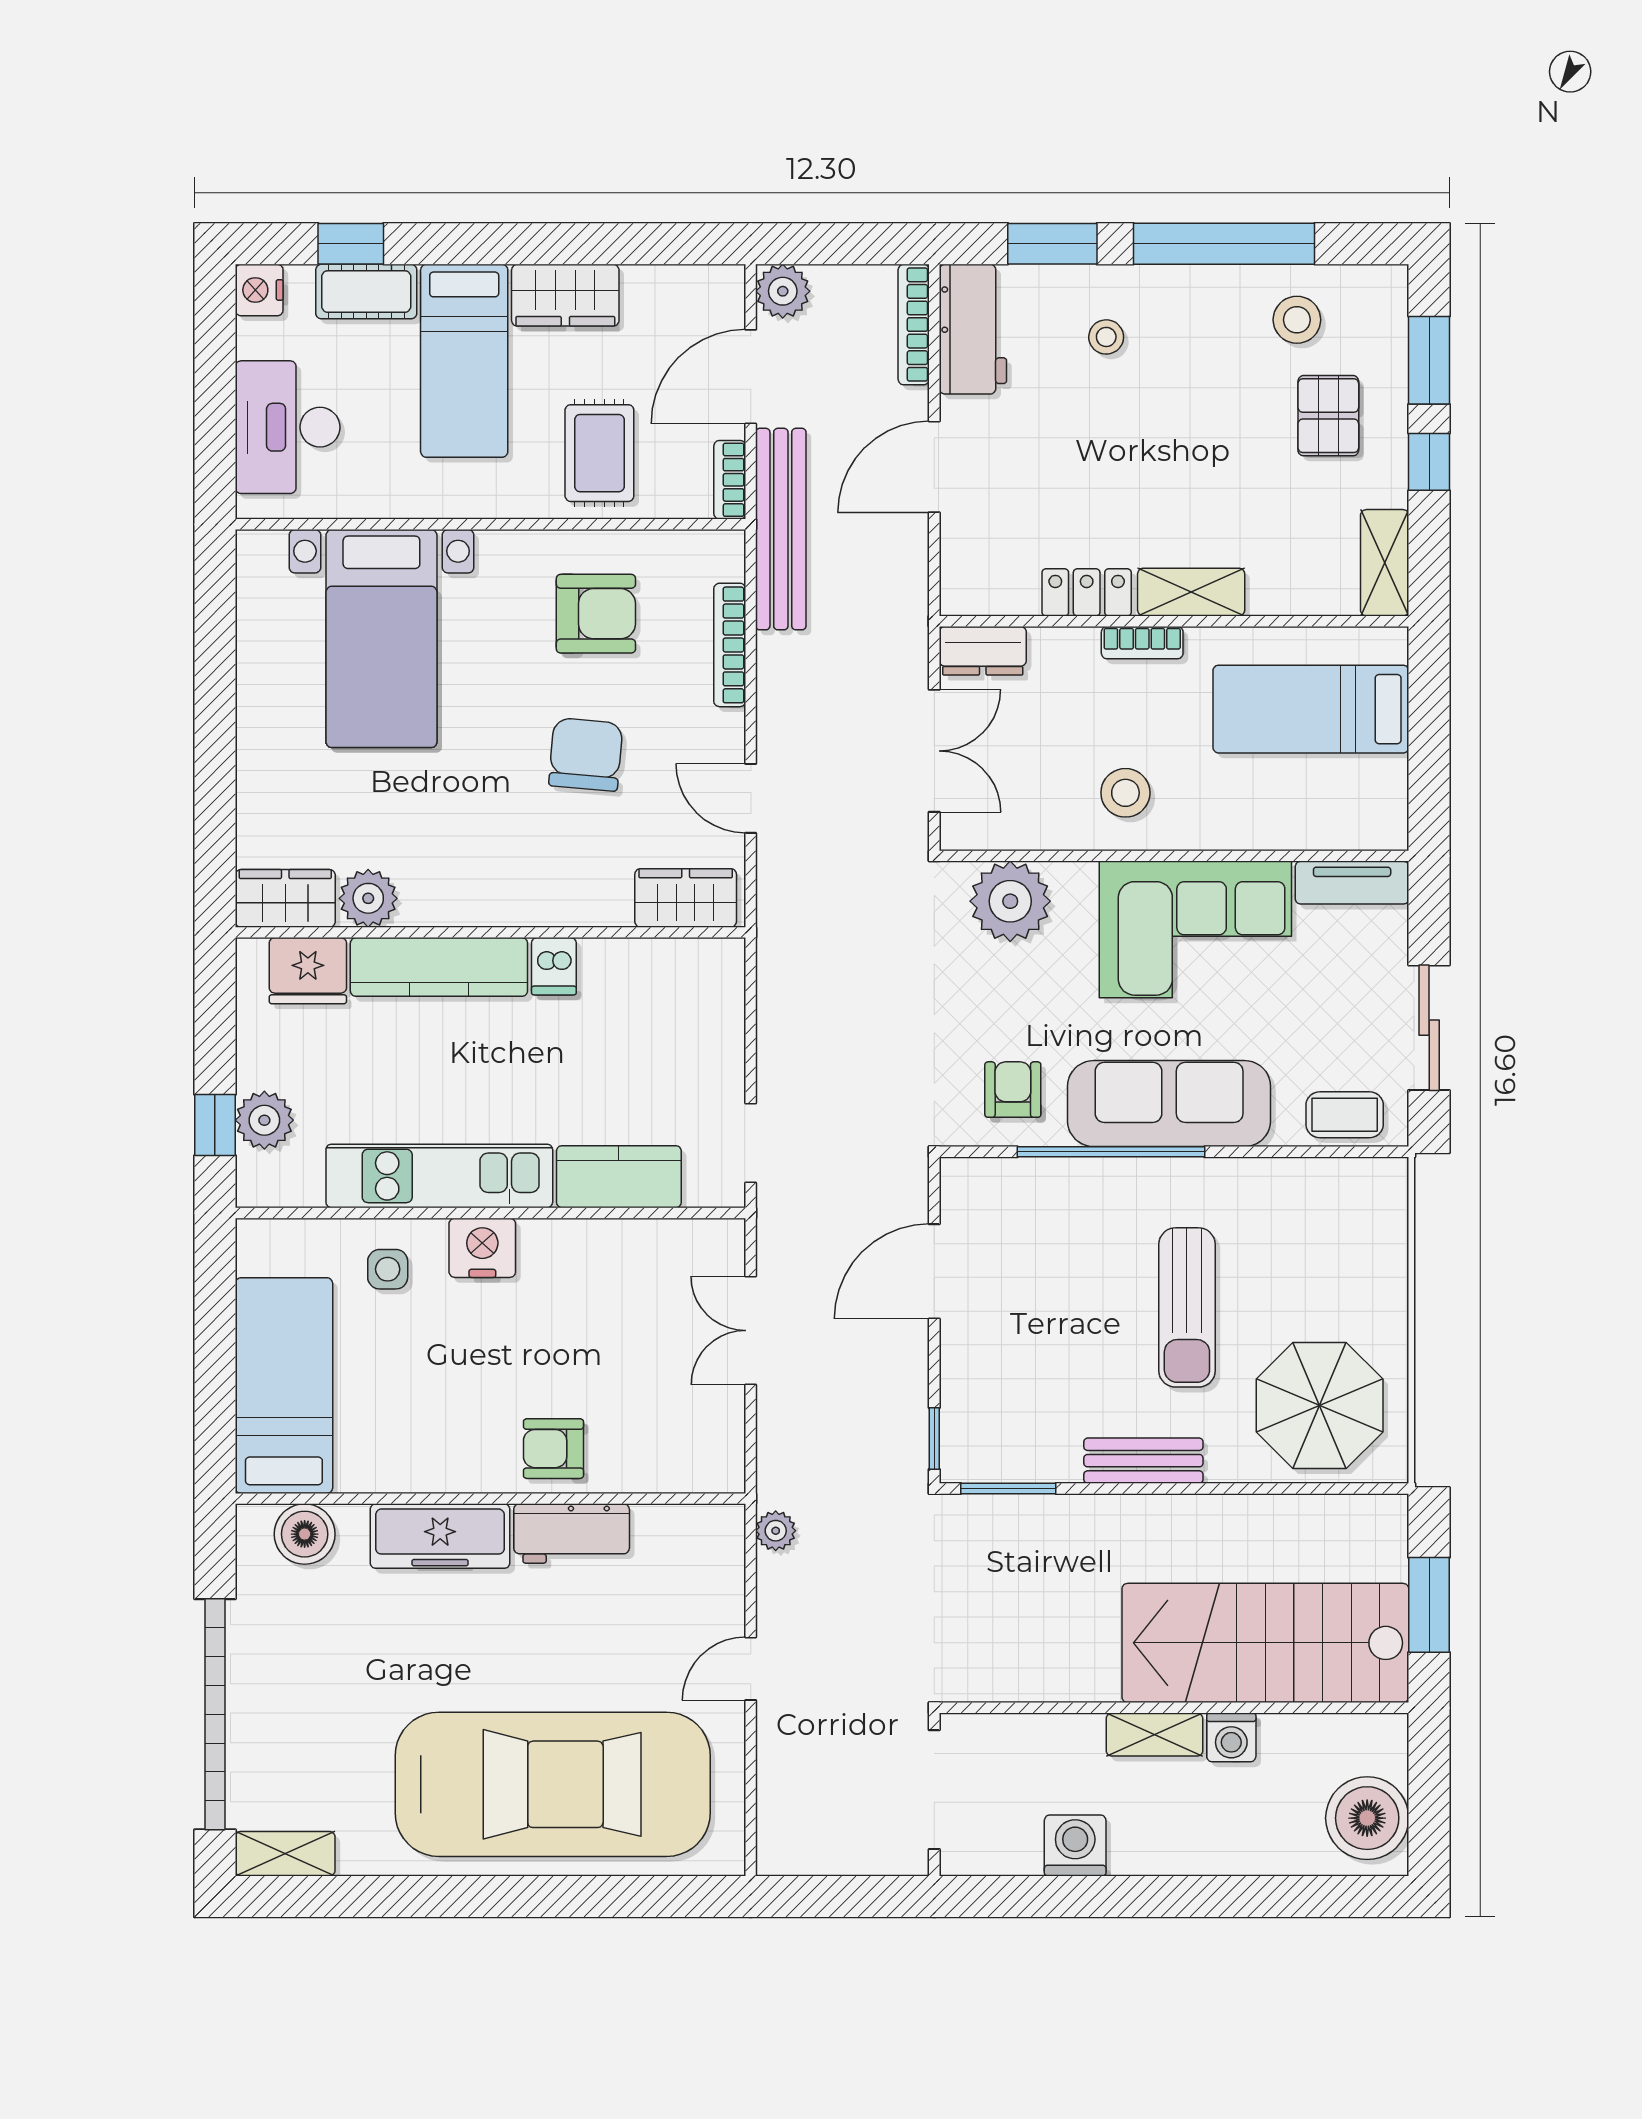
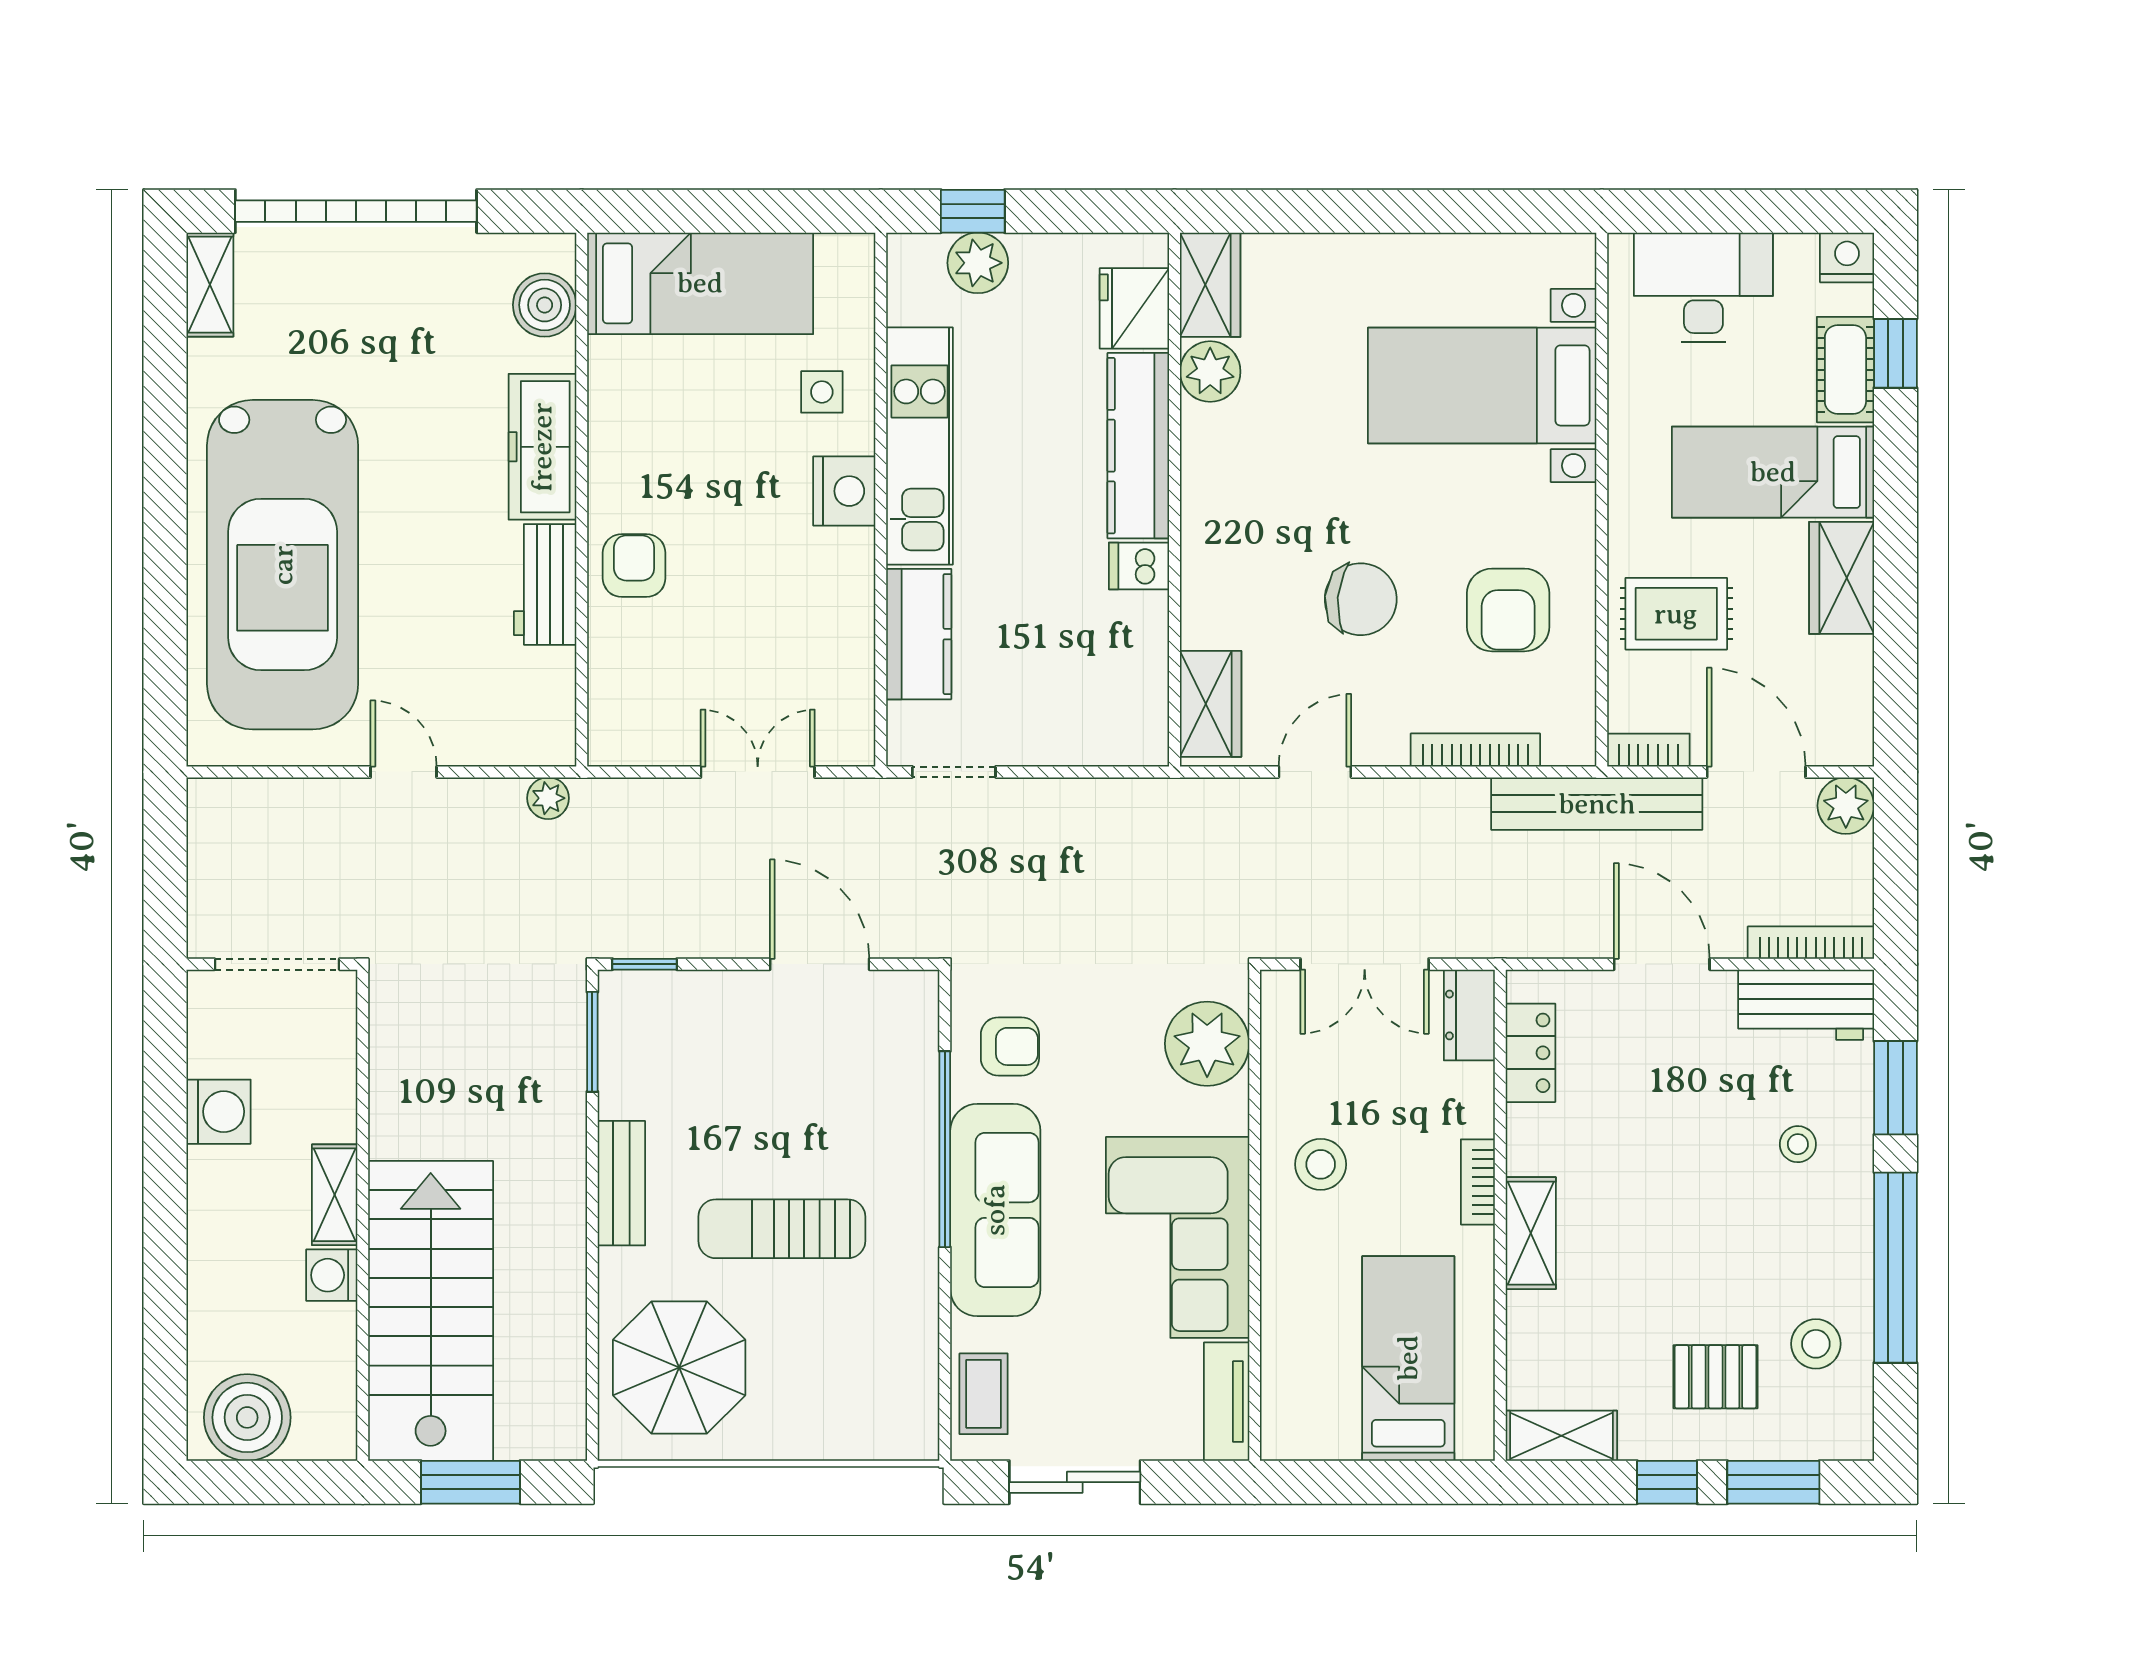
locker: (1087, 592) -> (1530, 1053), moved

